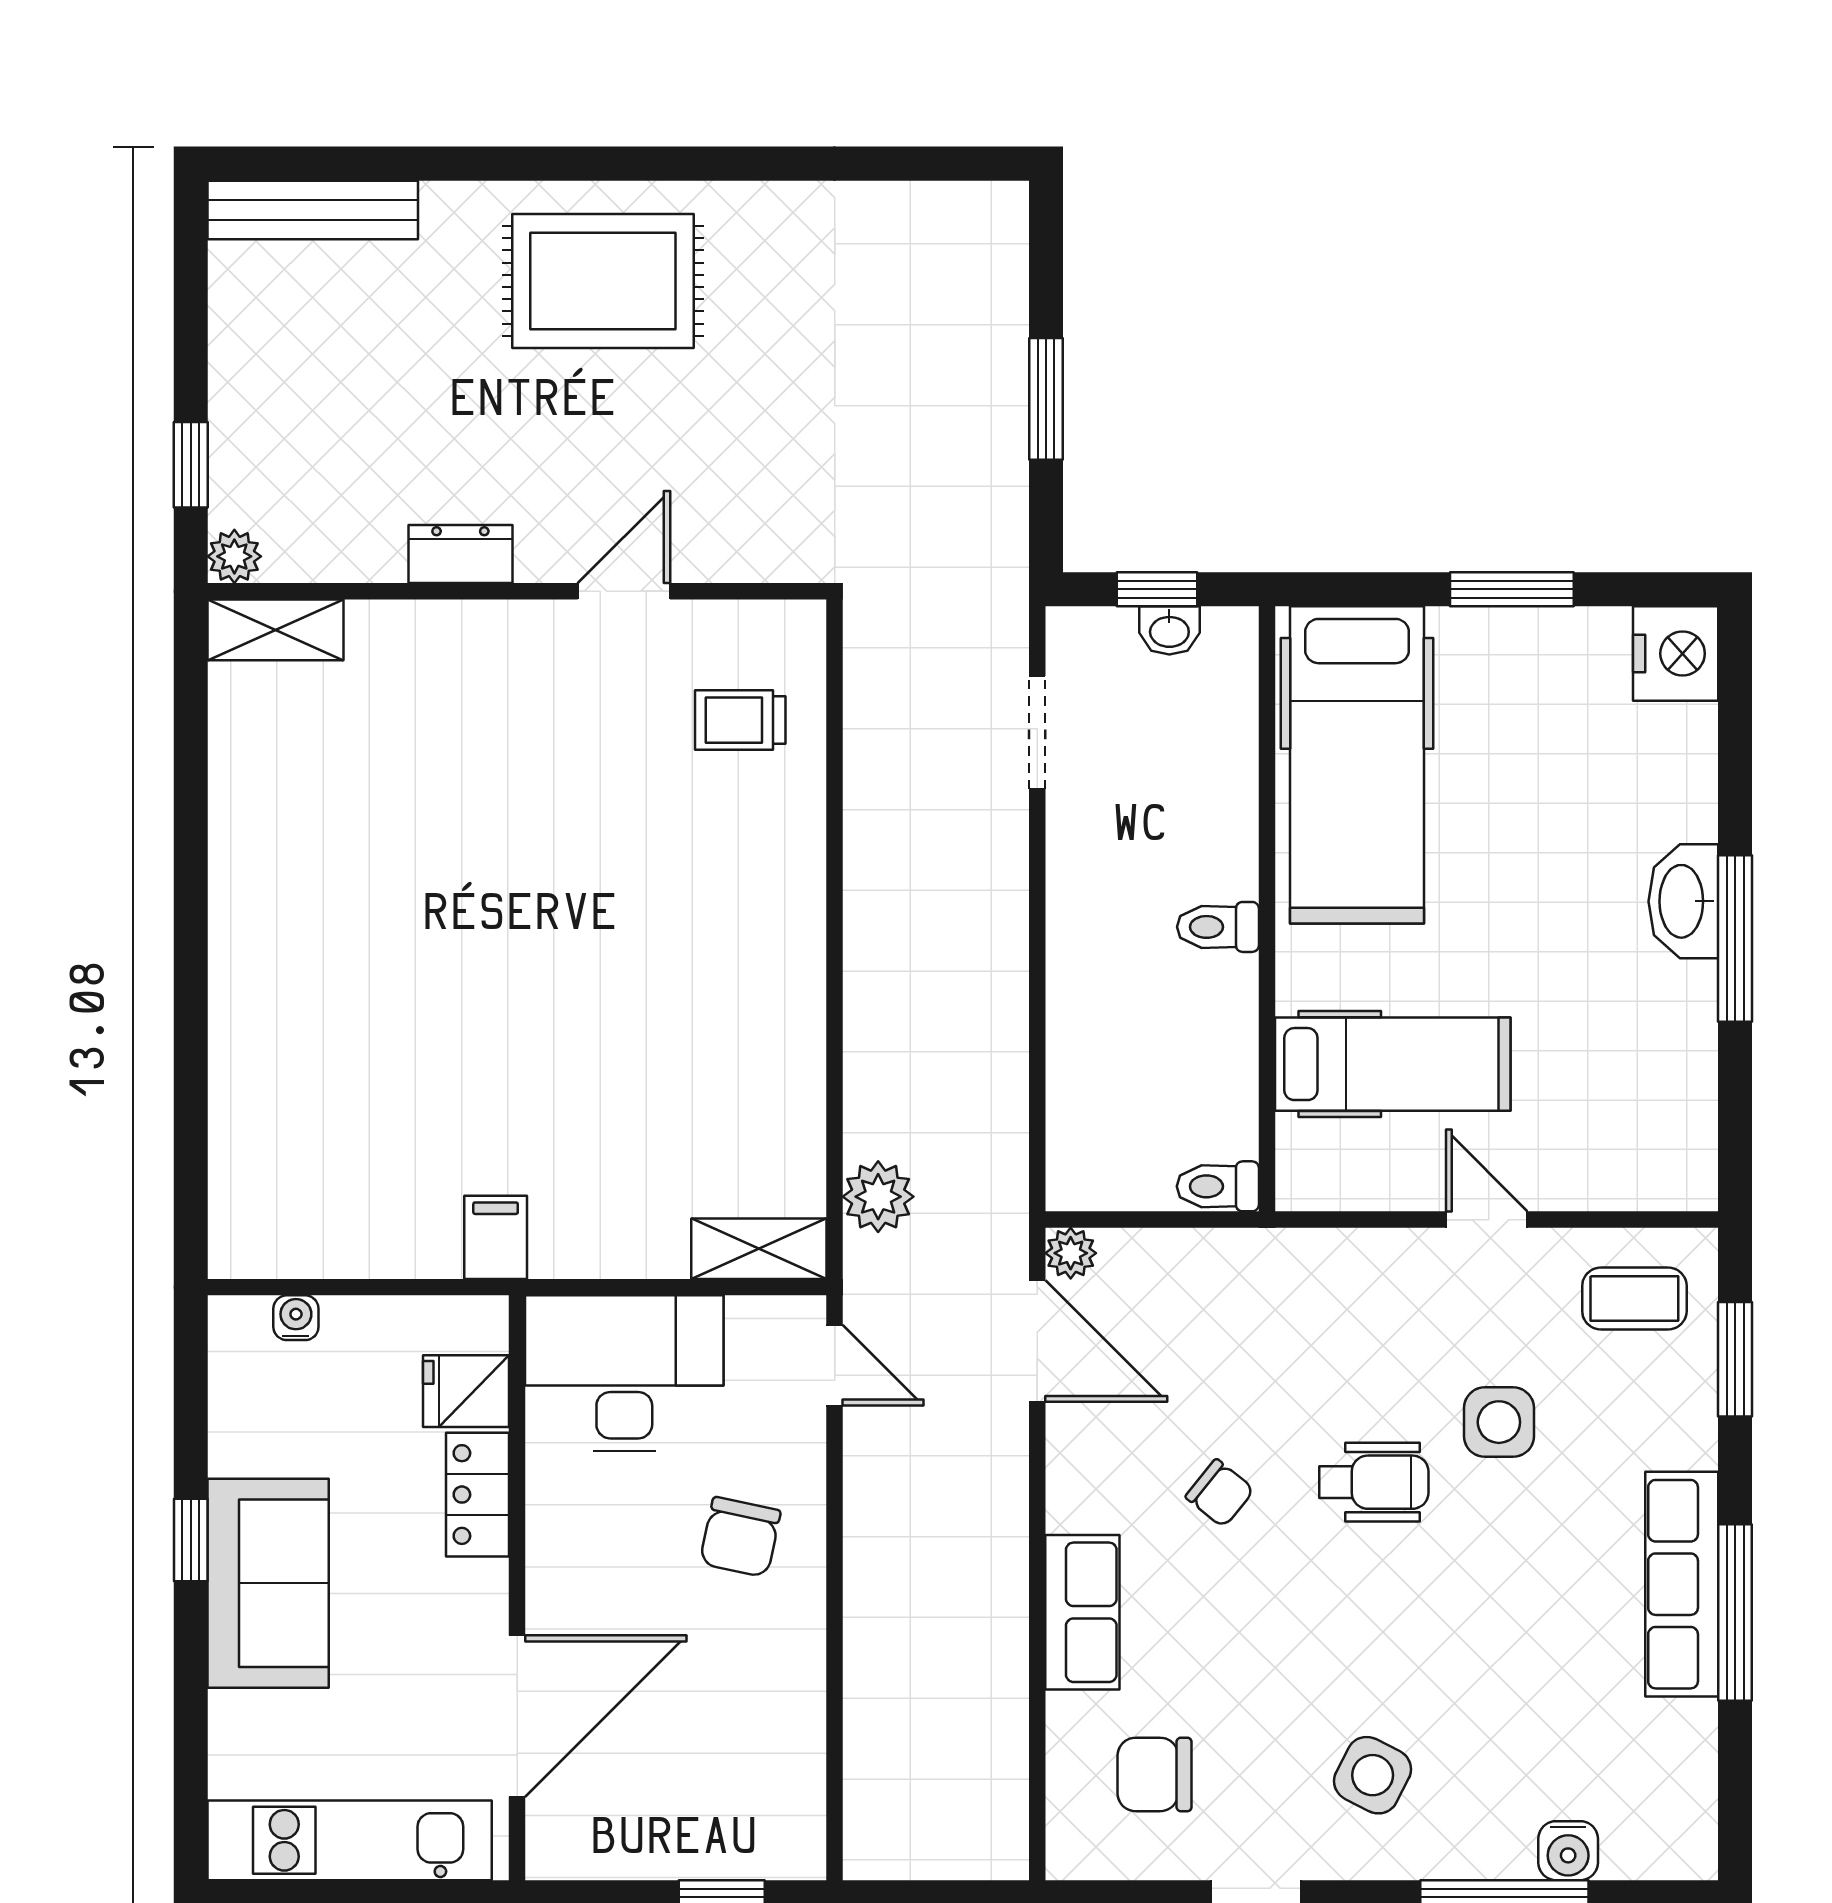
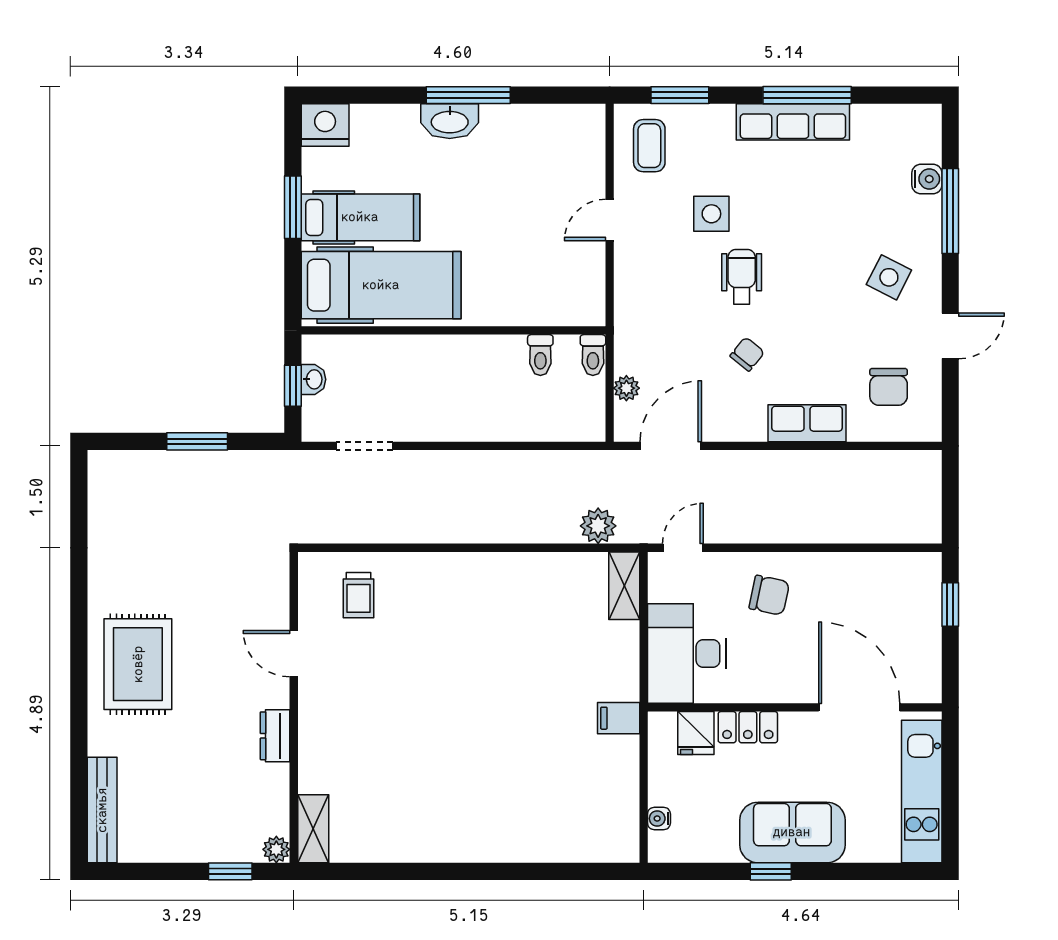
toilet: (1218, 927) -> (540, 355), moved
hospital bed: (1393, 1064) -> (360, 217), moved, turned 90
plant: (1071, 1253) -> (626, 388), moved

